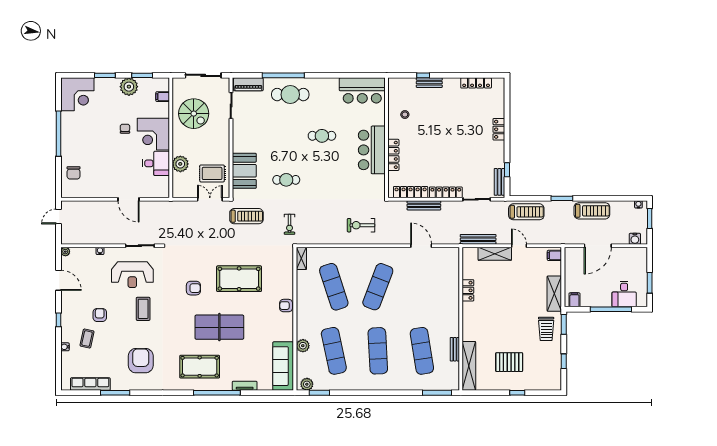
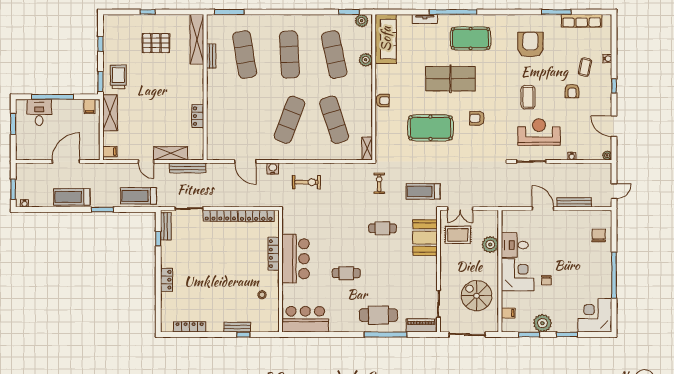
bench: (424, 205) -> (574, 202), moved
water cooler: (635, 239) -> (273, 168), moved
armchair: (141, 361) -> (530, 45), turned 180

